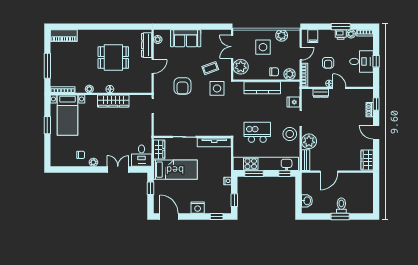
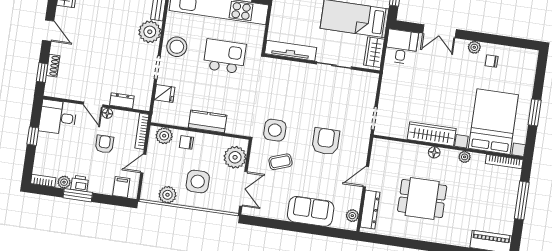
desk: (361, 61) -> (58, 117), moved
kitchen counter: (262, 88) -> (208, 121), width x0.67
bed with nightstands: (67, 115) -> (493, 122), width x1.36
kitchen island: (257, 132) -> (225, 56), turned 180

